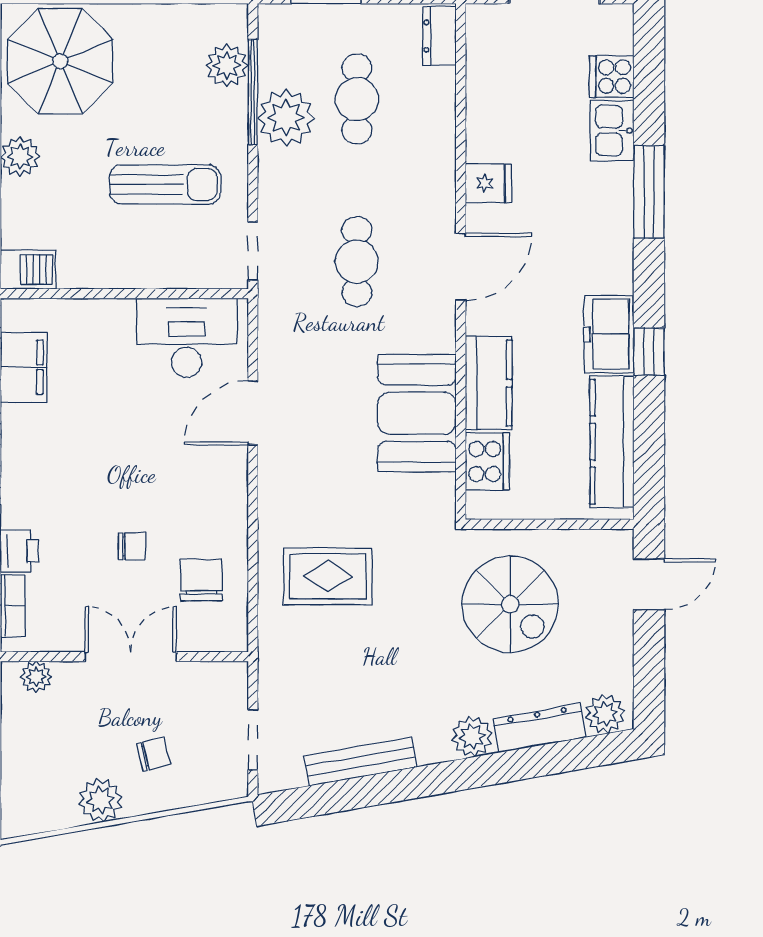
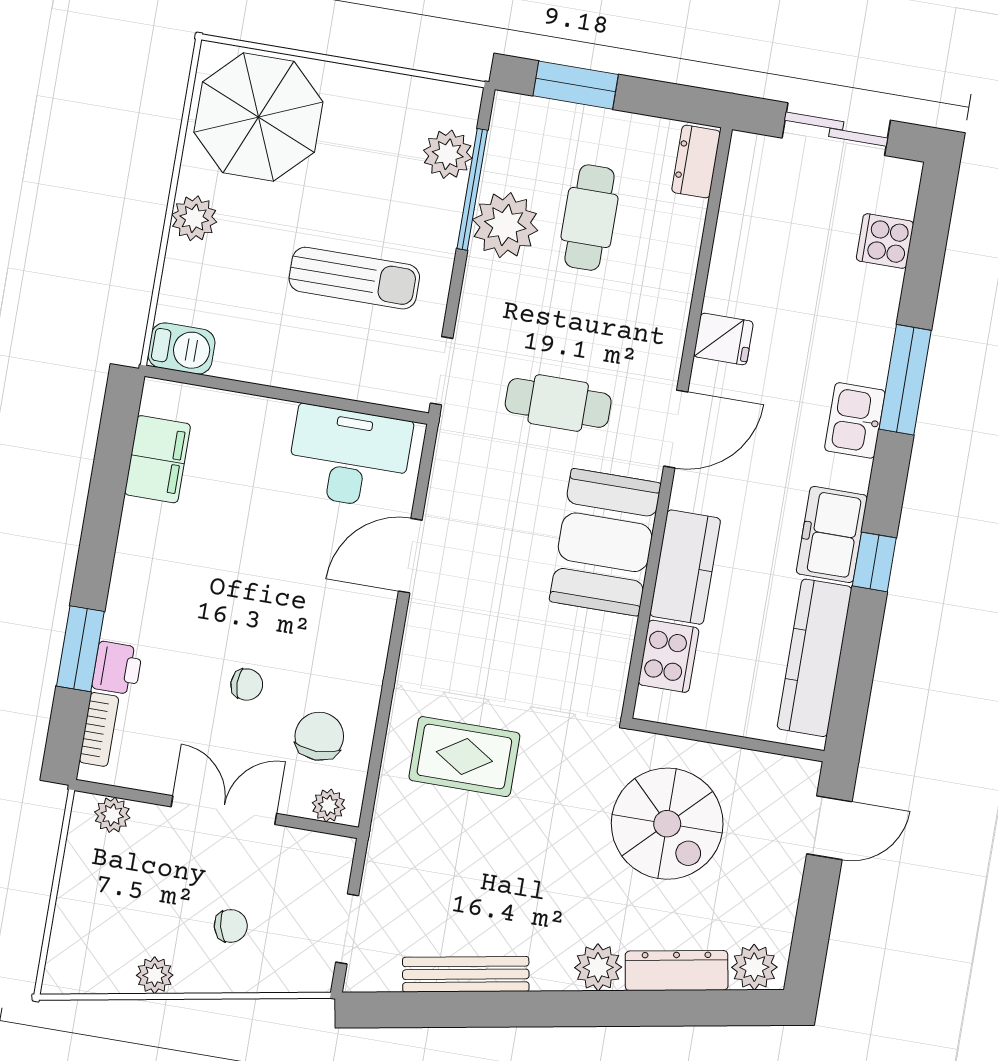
kitchen sink: (612, 131) -> (855, 420), moved
cafe table: (357, 262) -> (558, 403), turned 90
booth: (417, 413) -> (605, 542), moved
plant: (219, 638) -> (329, 805), added
plant: (100, 800) -> (155, 975), width x0.73, depth x0.73

